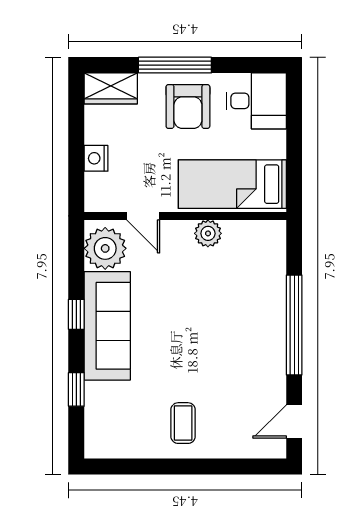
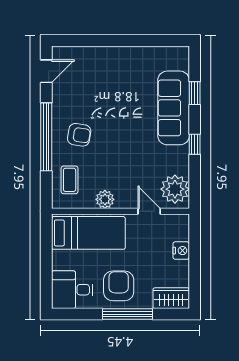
sofa: (107, 326) -> (174, 108), moved
armchair: (246, 328) -> (79, 135), added
coffee table: (183, 423) -> (70, 180), moved

